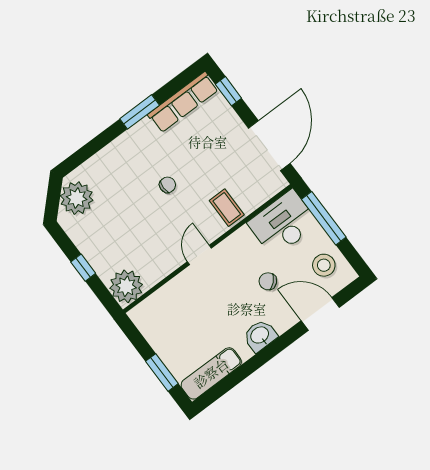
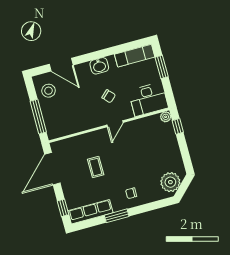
chair: (167, 185) -> (131, 193), moved
coffee table: (227, 208) -> (96, 167), moved
desk: (283, 223) -> (148, 99), moved
window: (83, 268) -> (178, 126), moved
chair: (268, 281) -> (109, 96), moved
plant: (126, 286) -> (166, 117), width x0.53, depth x0.53

